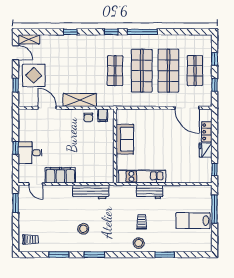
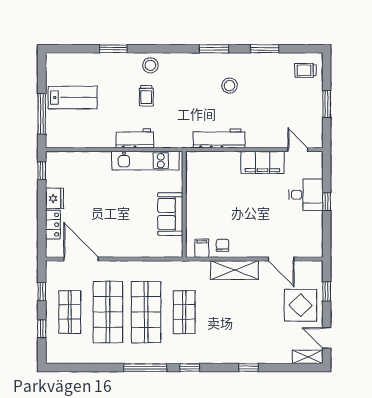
window: (16, 203) -> (327, 104), moved

